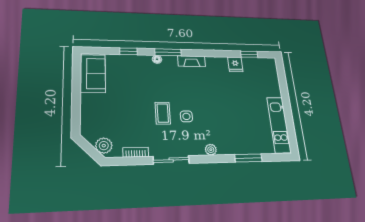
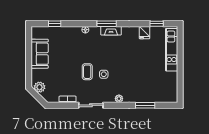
window: (128, 51) -> (55, 24), moved
window: (168, 52) -> (107, 24), moved
sofa: (93, 74) -> (40, 54), moved
kitchen unit: (279, 125) -> (172, 50), moved
plant: (104, 146) -> (39, 87), moved

